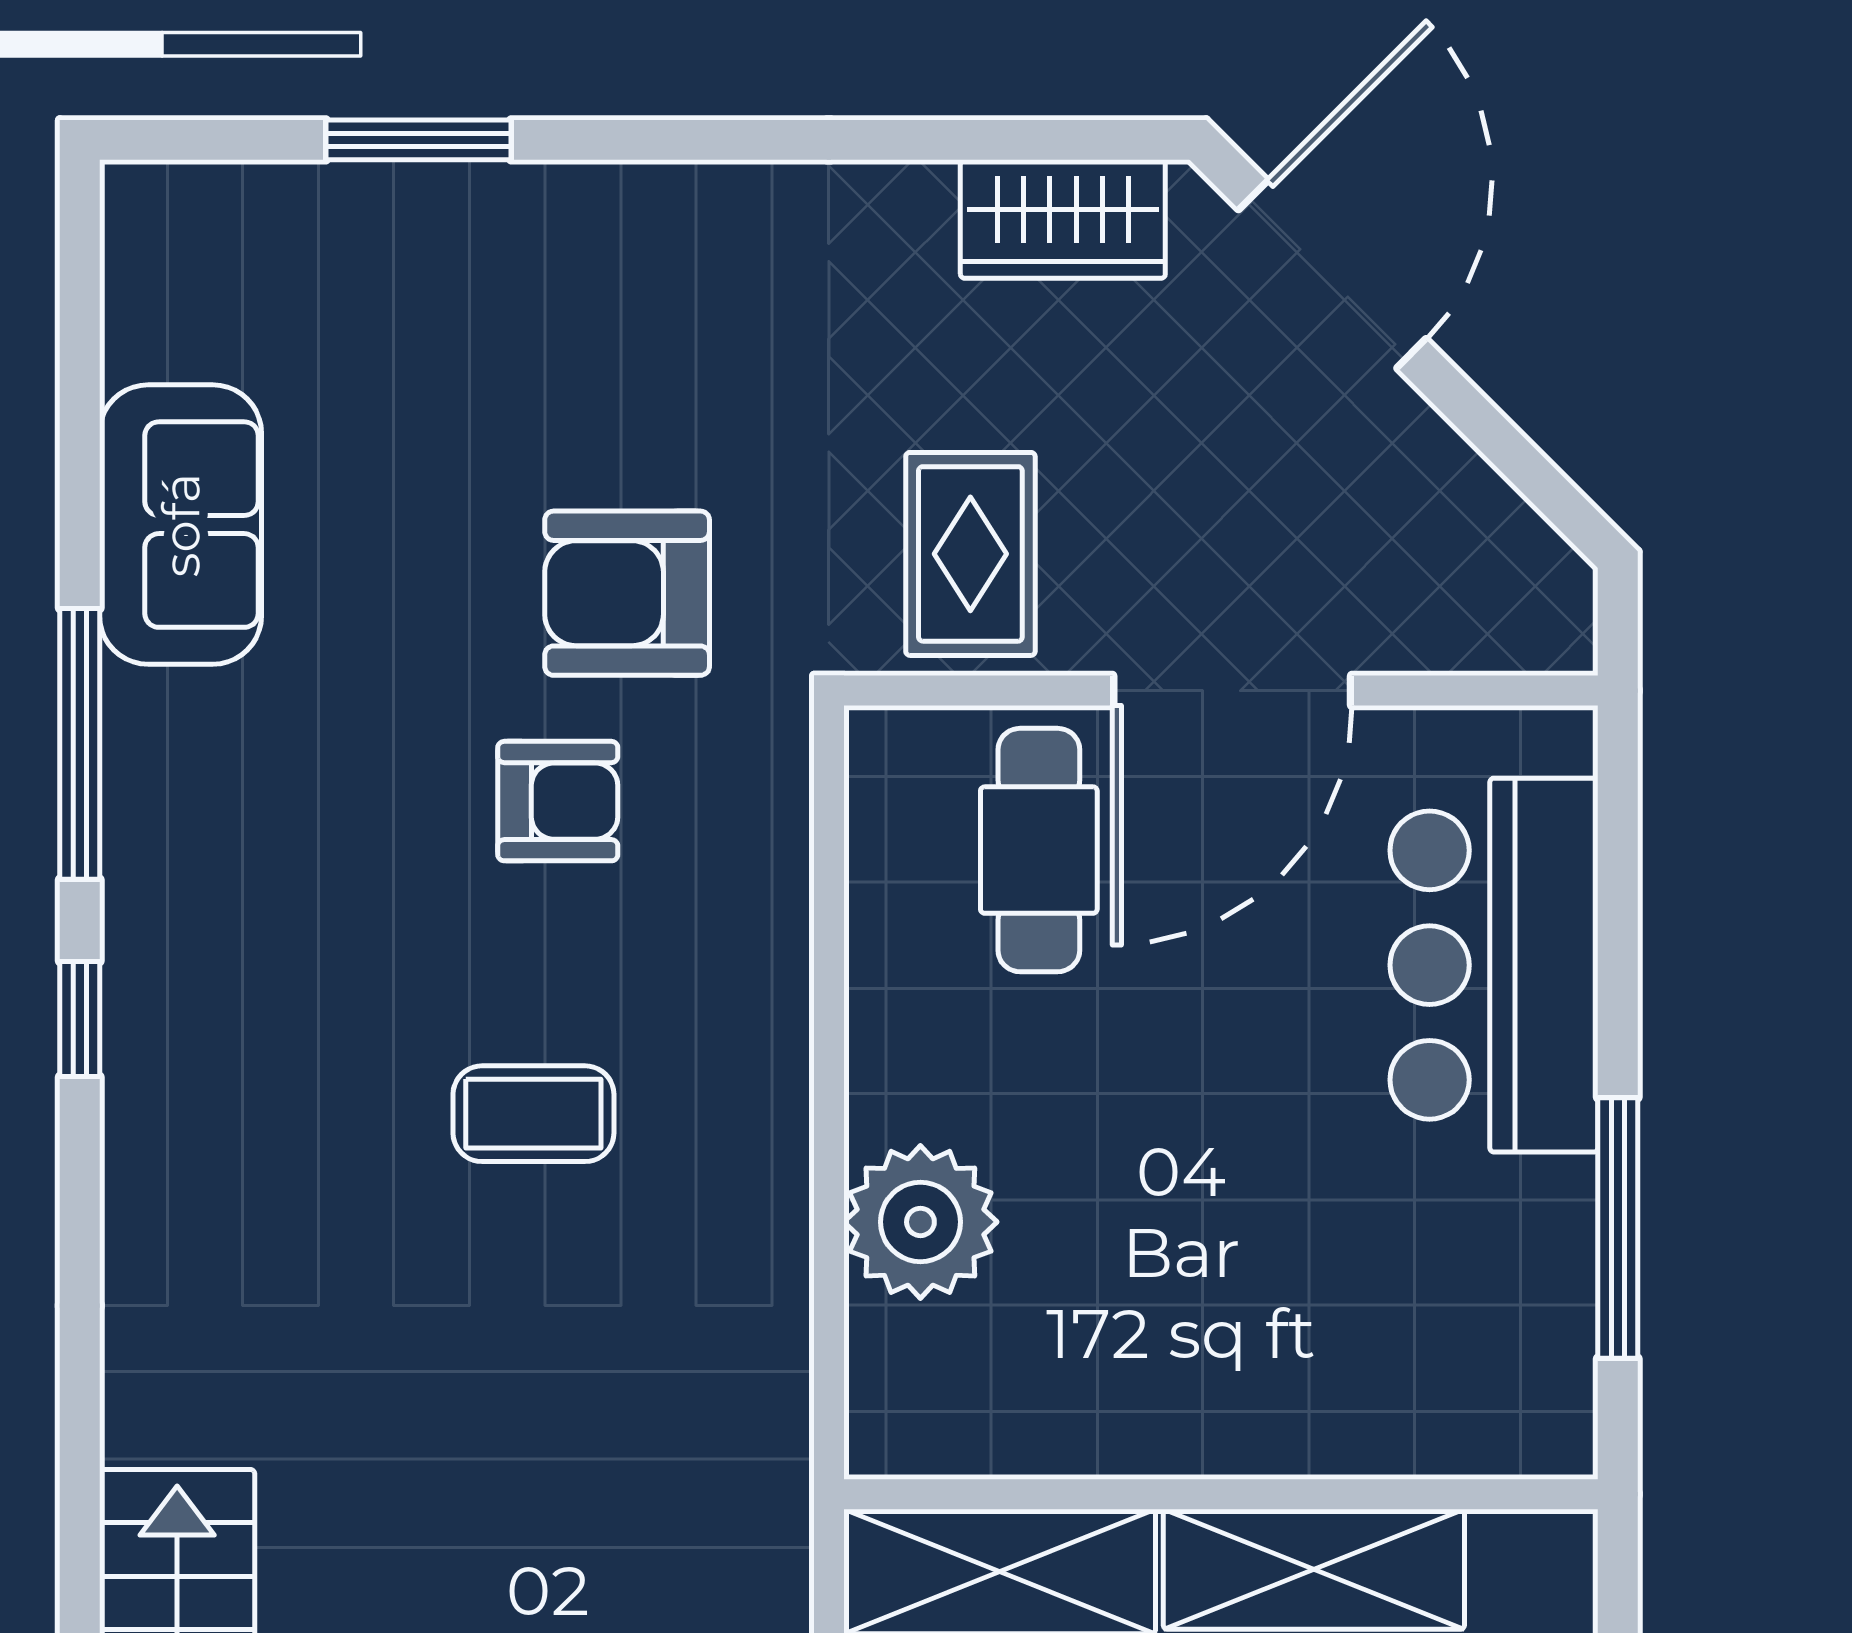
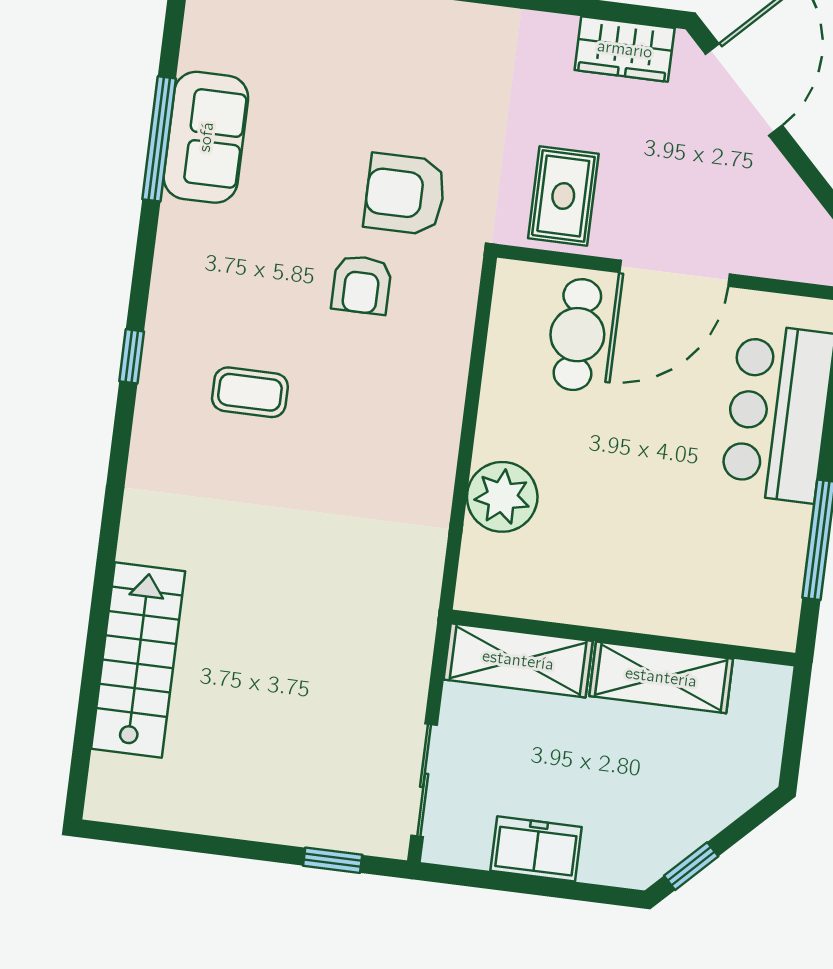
window: (80, 744) -> (159, 139), moved
armchair: (558, 801) -> (361, 285), turned 90
coffee table: (533, 1114) -> (250, 392), moved

